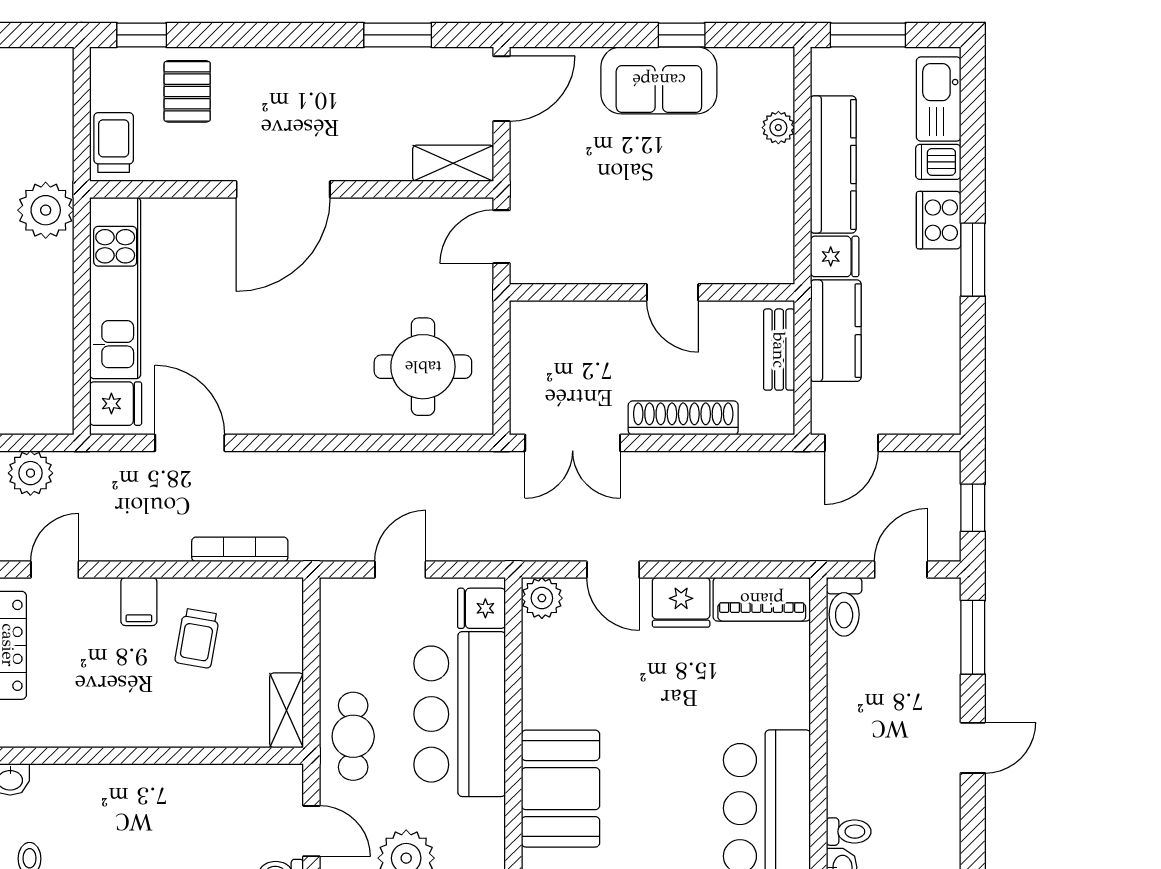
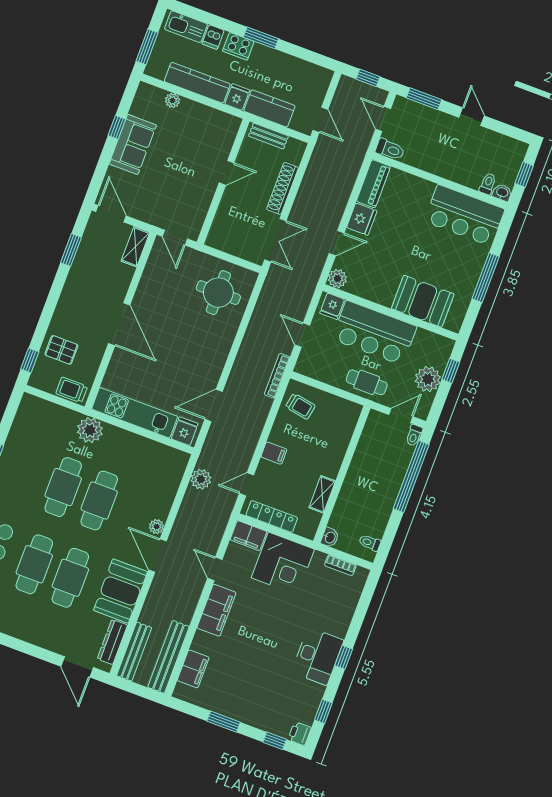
bookcase: (240, 549) -> (277, 376), moved
door: (55, 570) -> (246, 484), hinge flipped
trolley: (197, 638) -> (300, 406), moved
shelving: (287, 710) -> (322, 494), moved, turned 90

